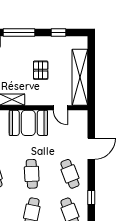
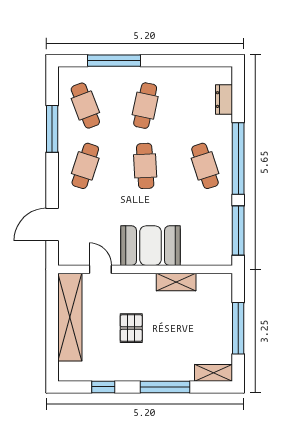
door: (91, 149) -> (52, 225), moved
cafe table: (70, 174) -> (85, 166), turned 39
window: (91, 197) -> (52, 129), width x2.17

